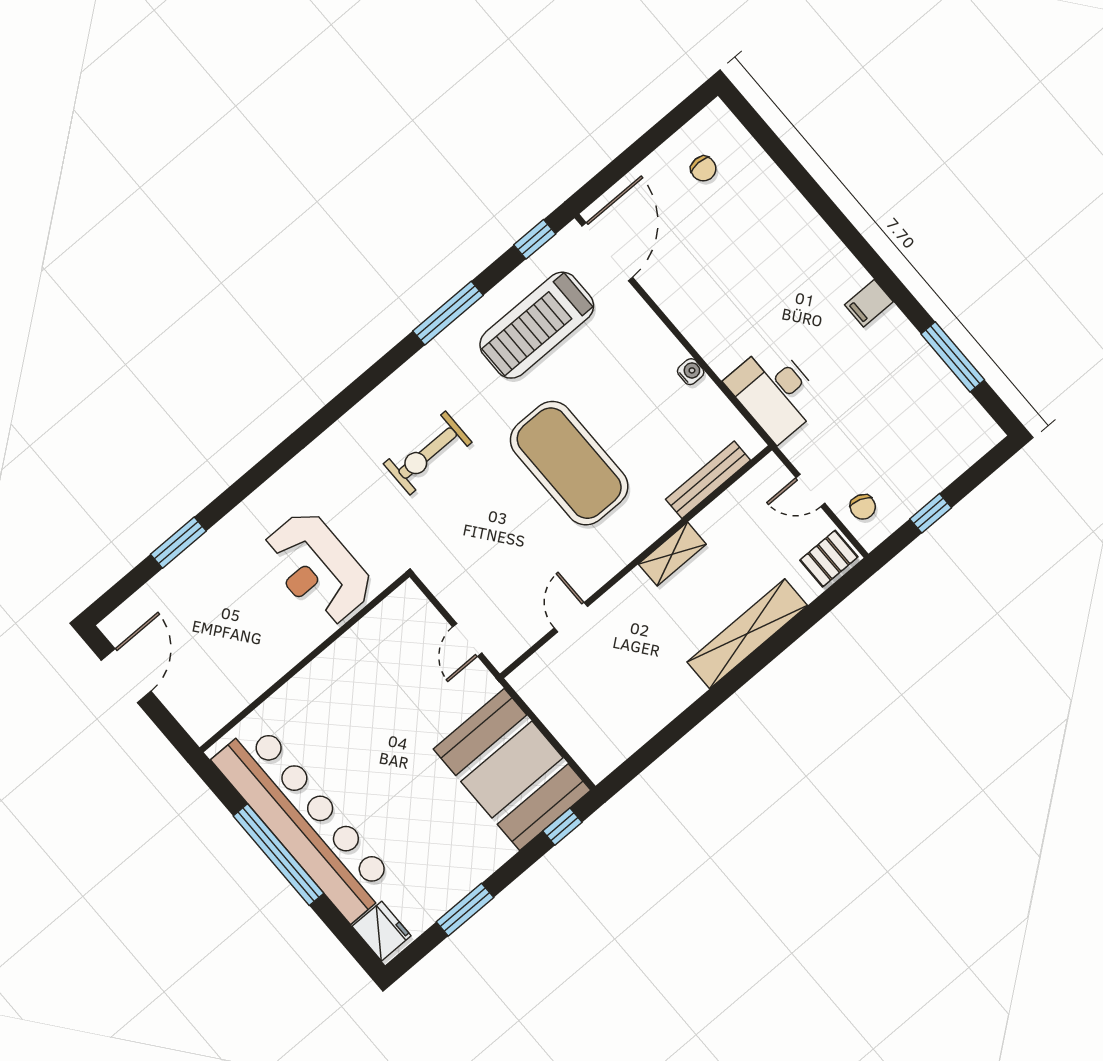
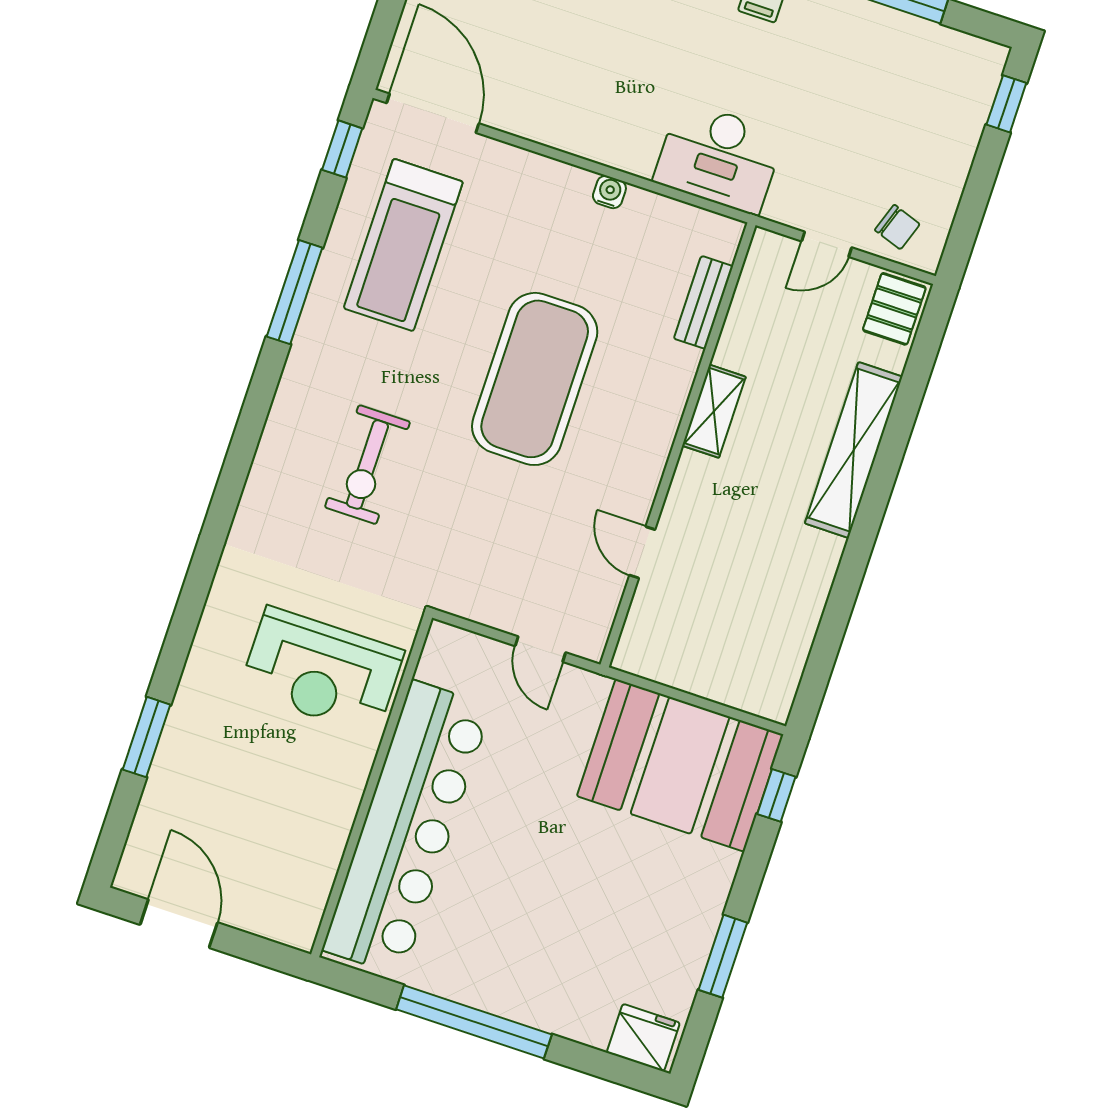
exercise mat: (569, 463) -> (535, 379), turned 90
bench: (708, 480) -> (703, 302), width x0.73
window: (931, 513) -> (1006, 104), moved
bar counter: (305, 821) -> (407, 828), moved, turned 90

